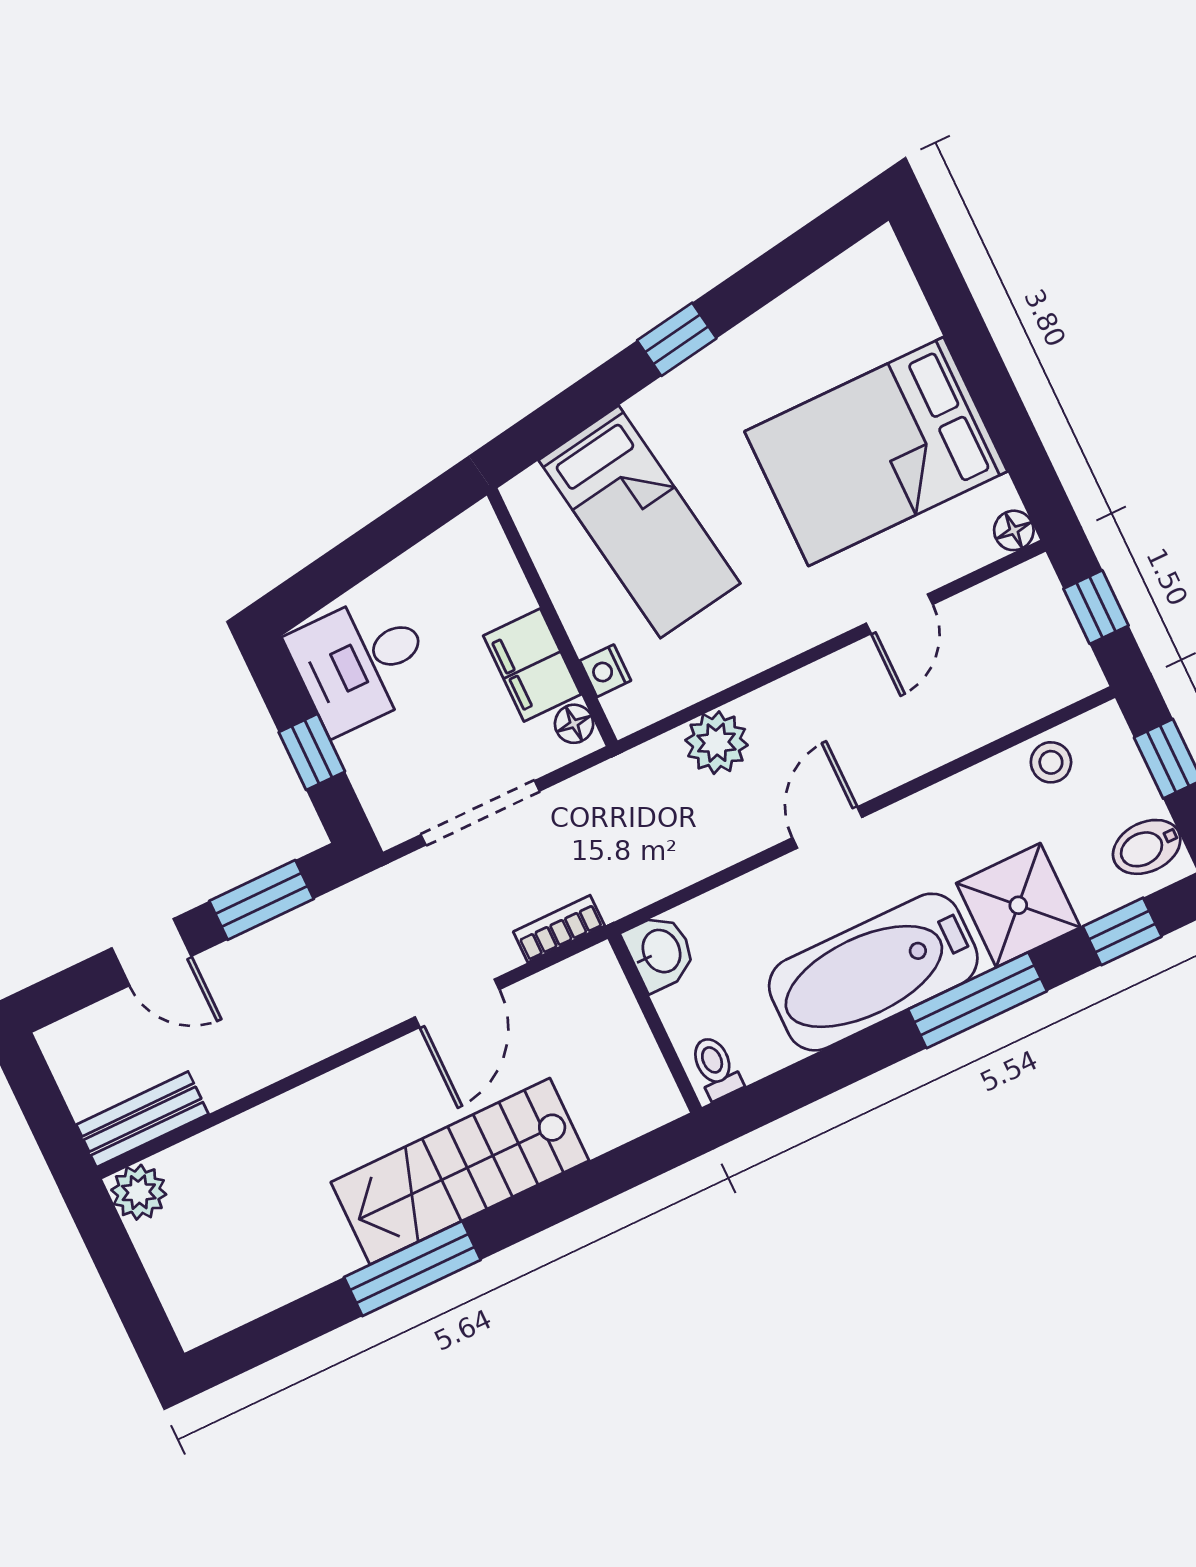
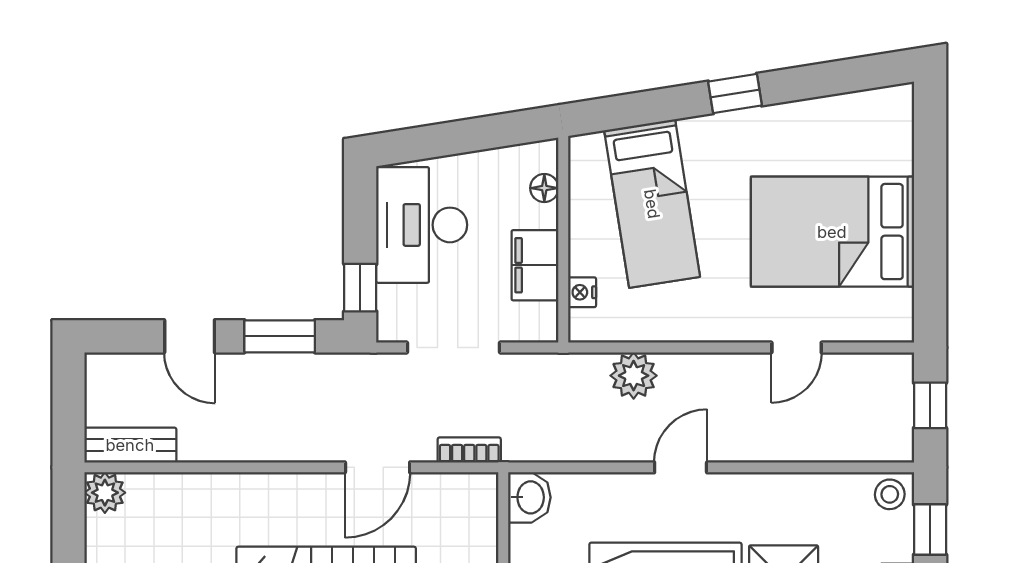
floor lamp: (1014, 530) -> (900, 328), removed
desk: (361, 662) -> (422, 225), width x1.37
floor lamp: (574, 724) -> (544, 188), moved
window: (312, 752) -> (360, 288), moved
stool: (1051, 762) -> (890, 494), moved

